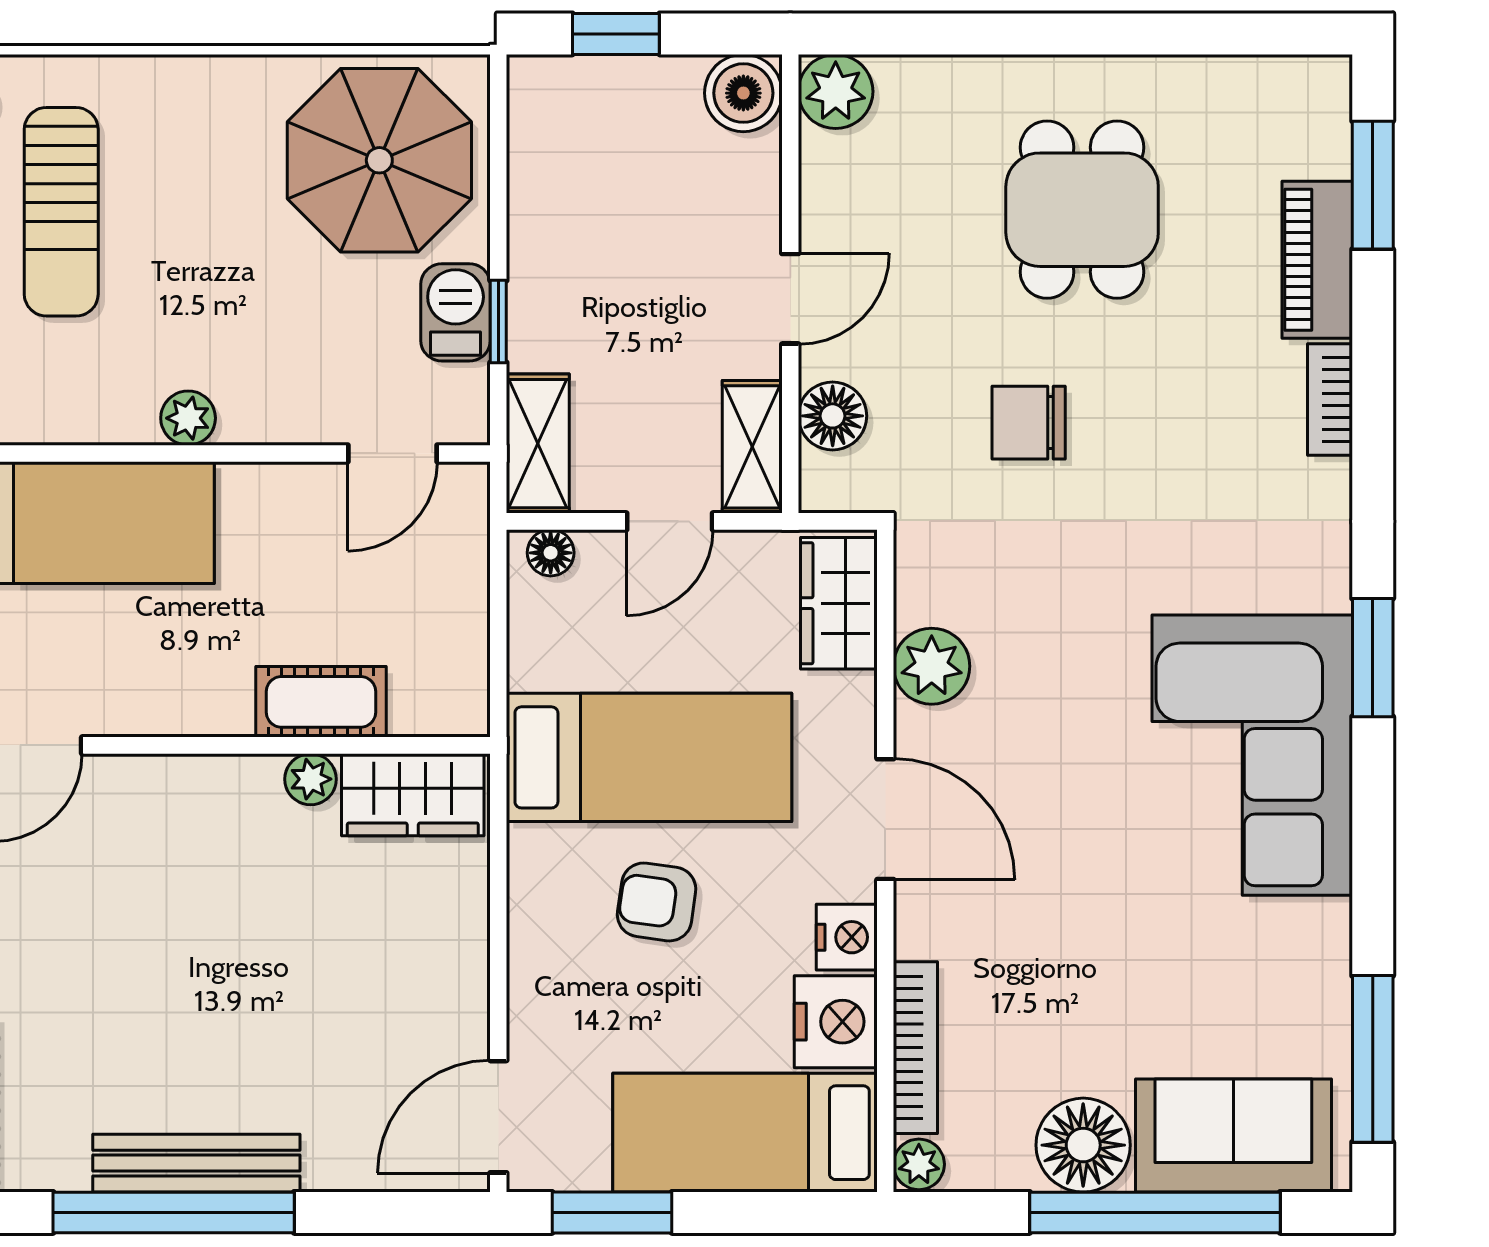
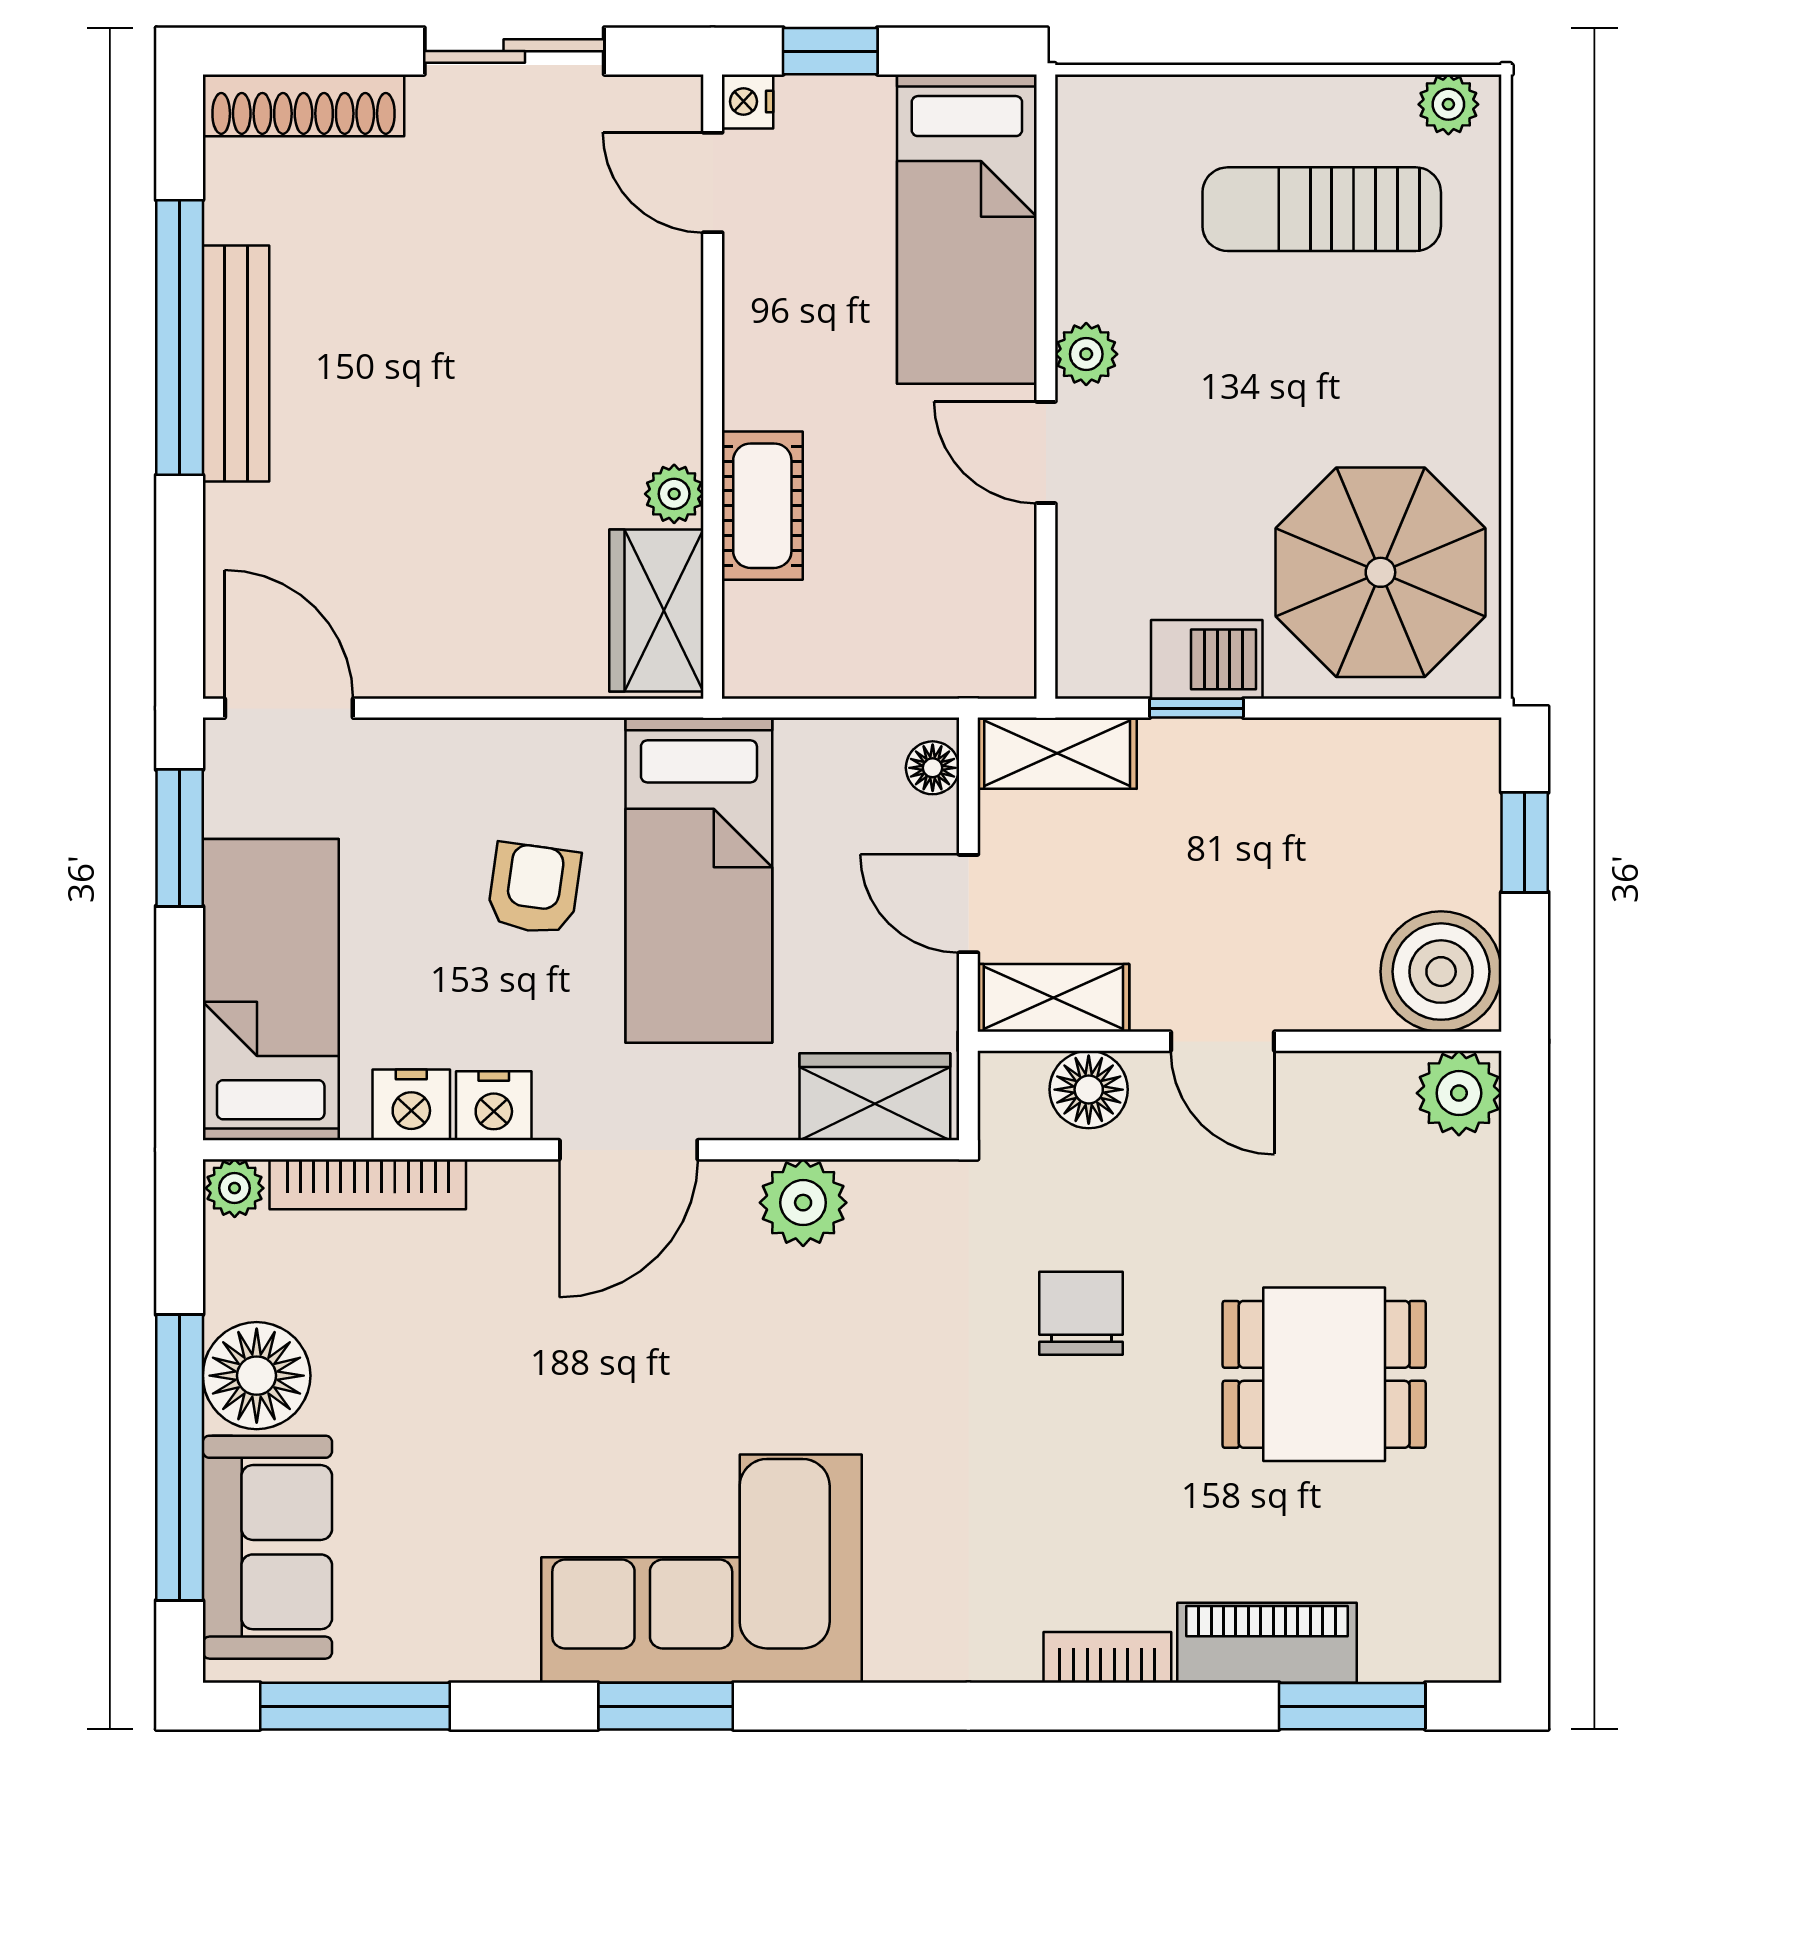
boiler: (743, 93) -> (1441, 972), width x1.37, depth x1.37
door: (392, 453) -> (1046, 452), moved
window: (1373, 658) -> (666, 1706), moved
nightstand: (836, 1022) -> (411, 1105), width x0.74, depth x0.75

